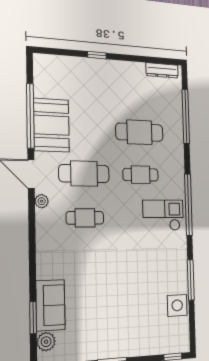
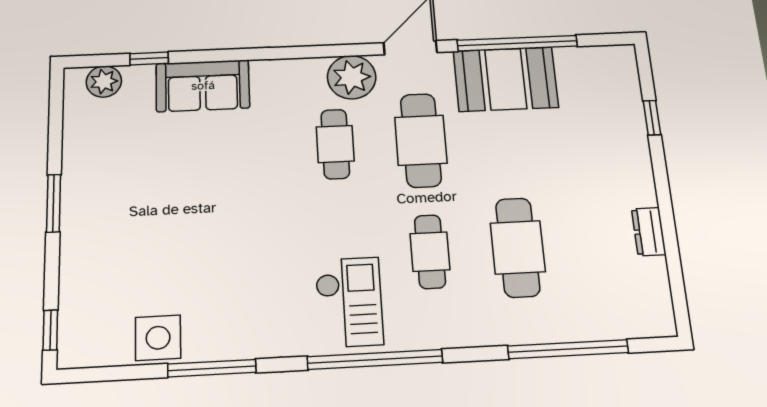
window: (97, 55) -> (652, 118), moved
dresser: (162, 70) -> (649, 232), moved, width x0.70
plant: (42, 201) -> (352, 77), width x1.88, depth x1.88
sofa: (51, 305) -> (203, 86), moved
window: (33, 318) -> (149, 58), width x0.67

